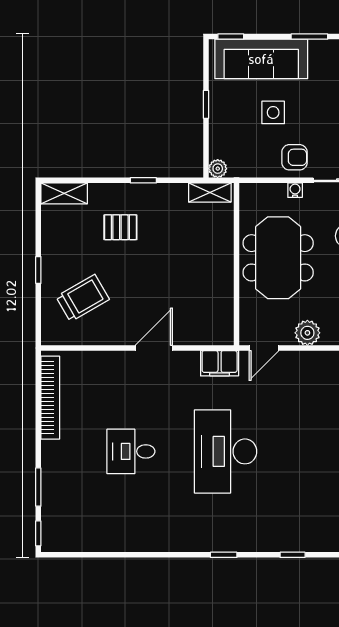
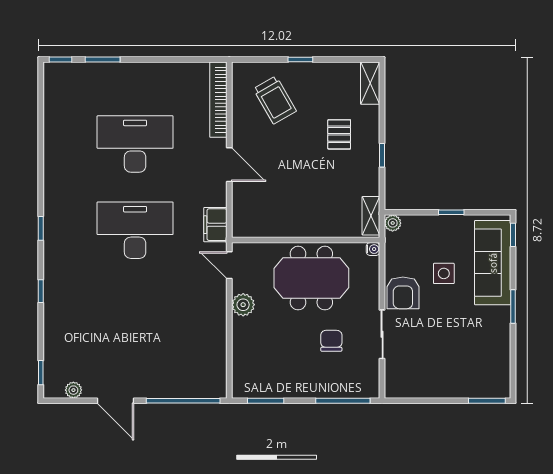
armchair: (294, 157) -> (403, 293), width x1.38, depth x1.38
water cooler: (295, 190) -> (373, 249), moved
bookcase: (50, 398) -> (218, 100), moved, turned 90
desk: (131, 451) -> (135, 144), width x1.87, depth x1.30

